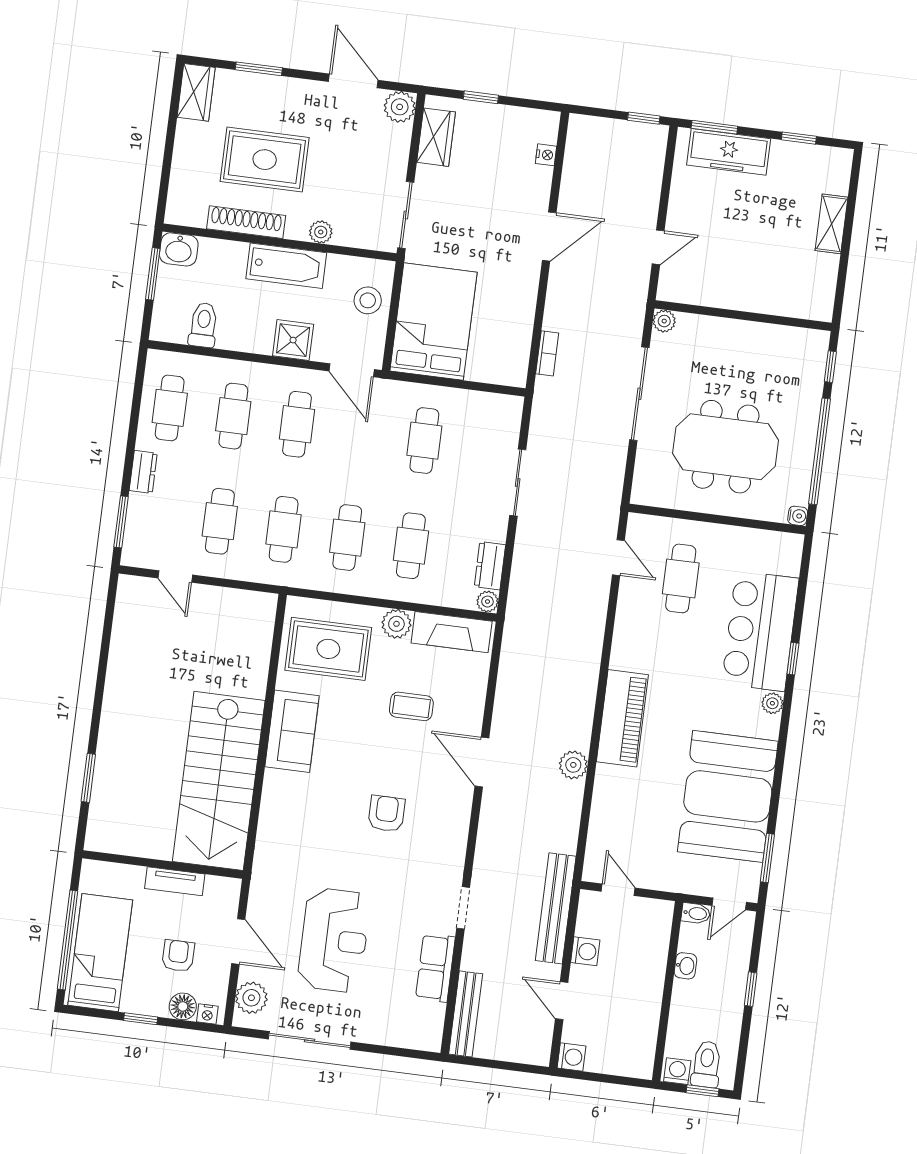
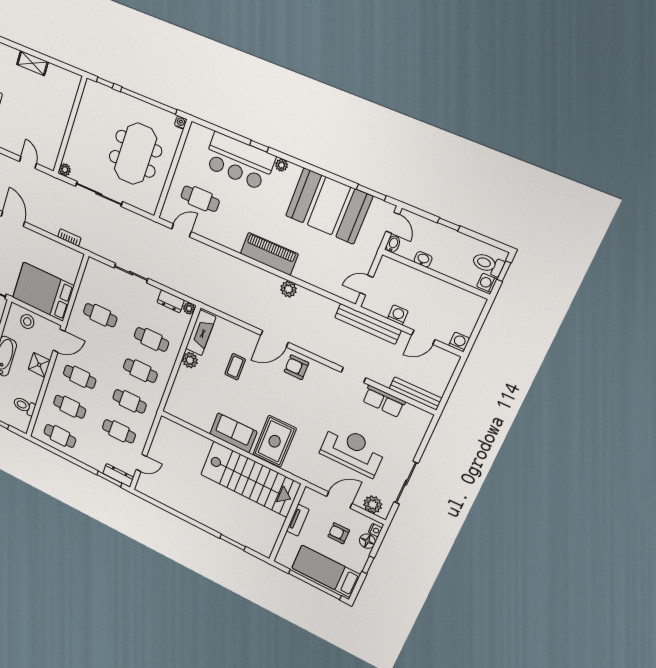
dresser: (143, 472) -> (118, 475), moved, width x1.44
rug: (328, 649) -> (275, 441), moved
armchair: (387, 814) -> (296, 367), moved

